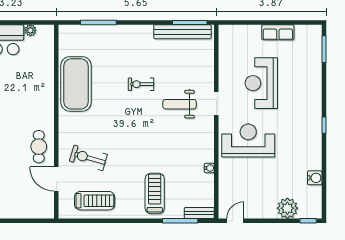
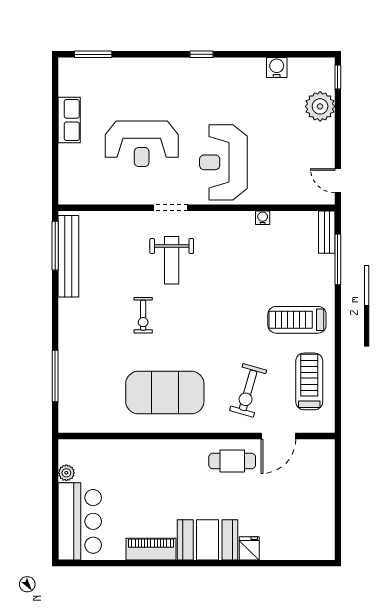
exercise mat: (76, 84) -> (165, 393), moved
treadmill: (155, 193) -> (297, 320), moved

